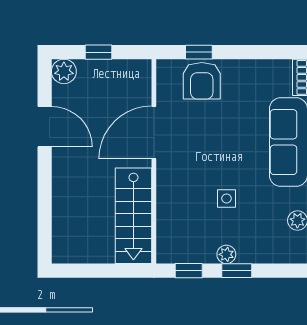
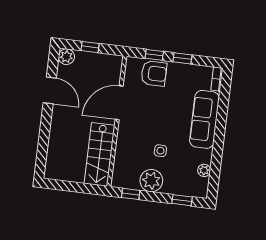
window: (243, 52) -> (182, 58), added
armchair: (202, 81) -> (154, 73), turned -90
plant: (226, 254) -> (151, 181), width x1.88, depth x1.88
window: (237, 271) -> (182, 200), moved

